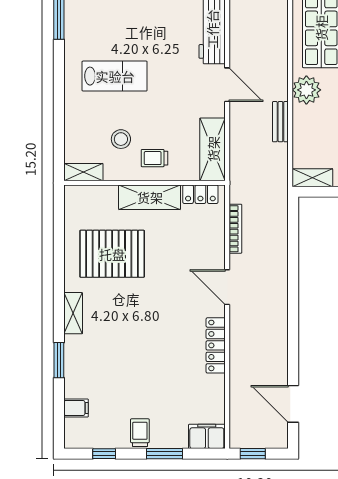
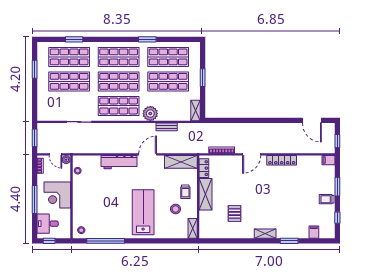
lab bench: (115, 76) -> (143, 212), width x1.36, depth x1.39
pallet: (112, 254) -> (235, 214), width x0.49, depth x0.50
door: (293, 404) -> (312, 120), hinge flipped
filing cabinet: (207, 436) -> (329, 160), width x0.50

